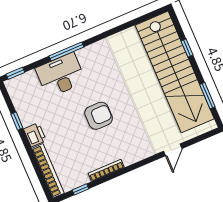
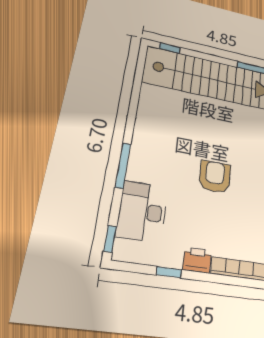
window: (187, 48) -> (170, 48), moved
desk: (61, 75) -> (142, 212), moved

